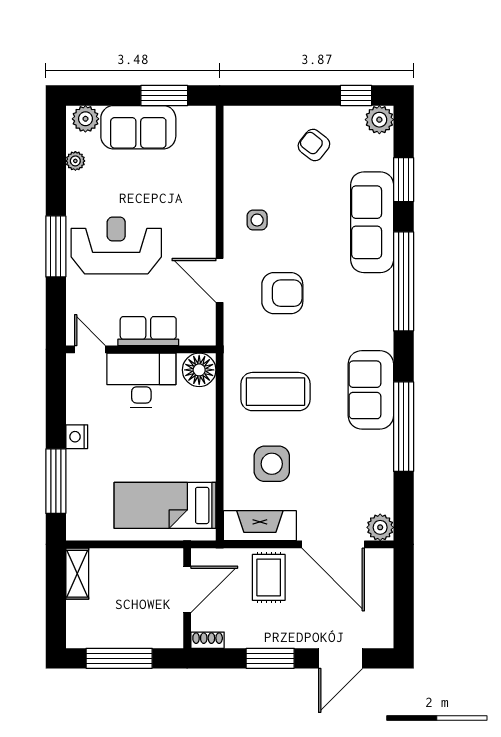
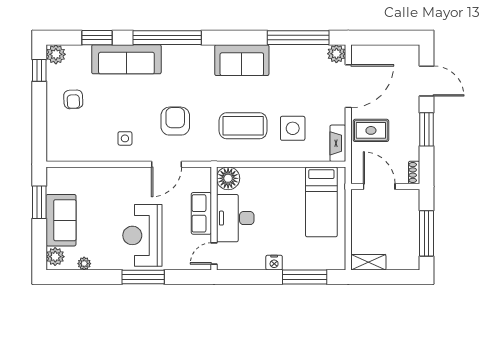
armchair: (314, 145) -> (73, 99), turned -41
coffee table: (276, 392) -> (243, 126), turned 90
window: (404, 427) -> (298, 38), moved
fireplace: (260, 526) -> (338, 143), width x0.73, depth x0.76

